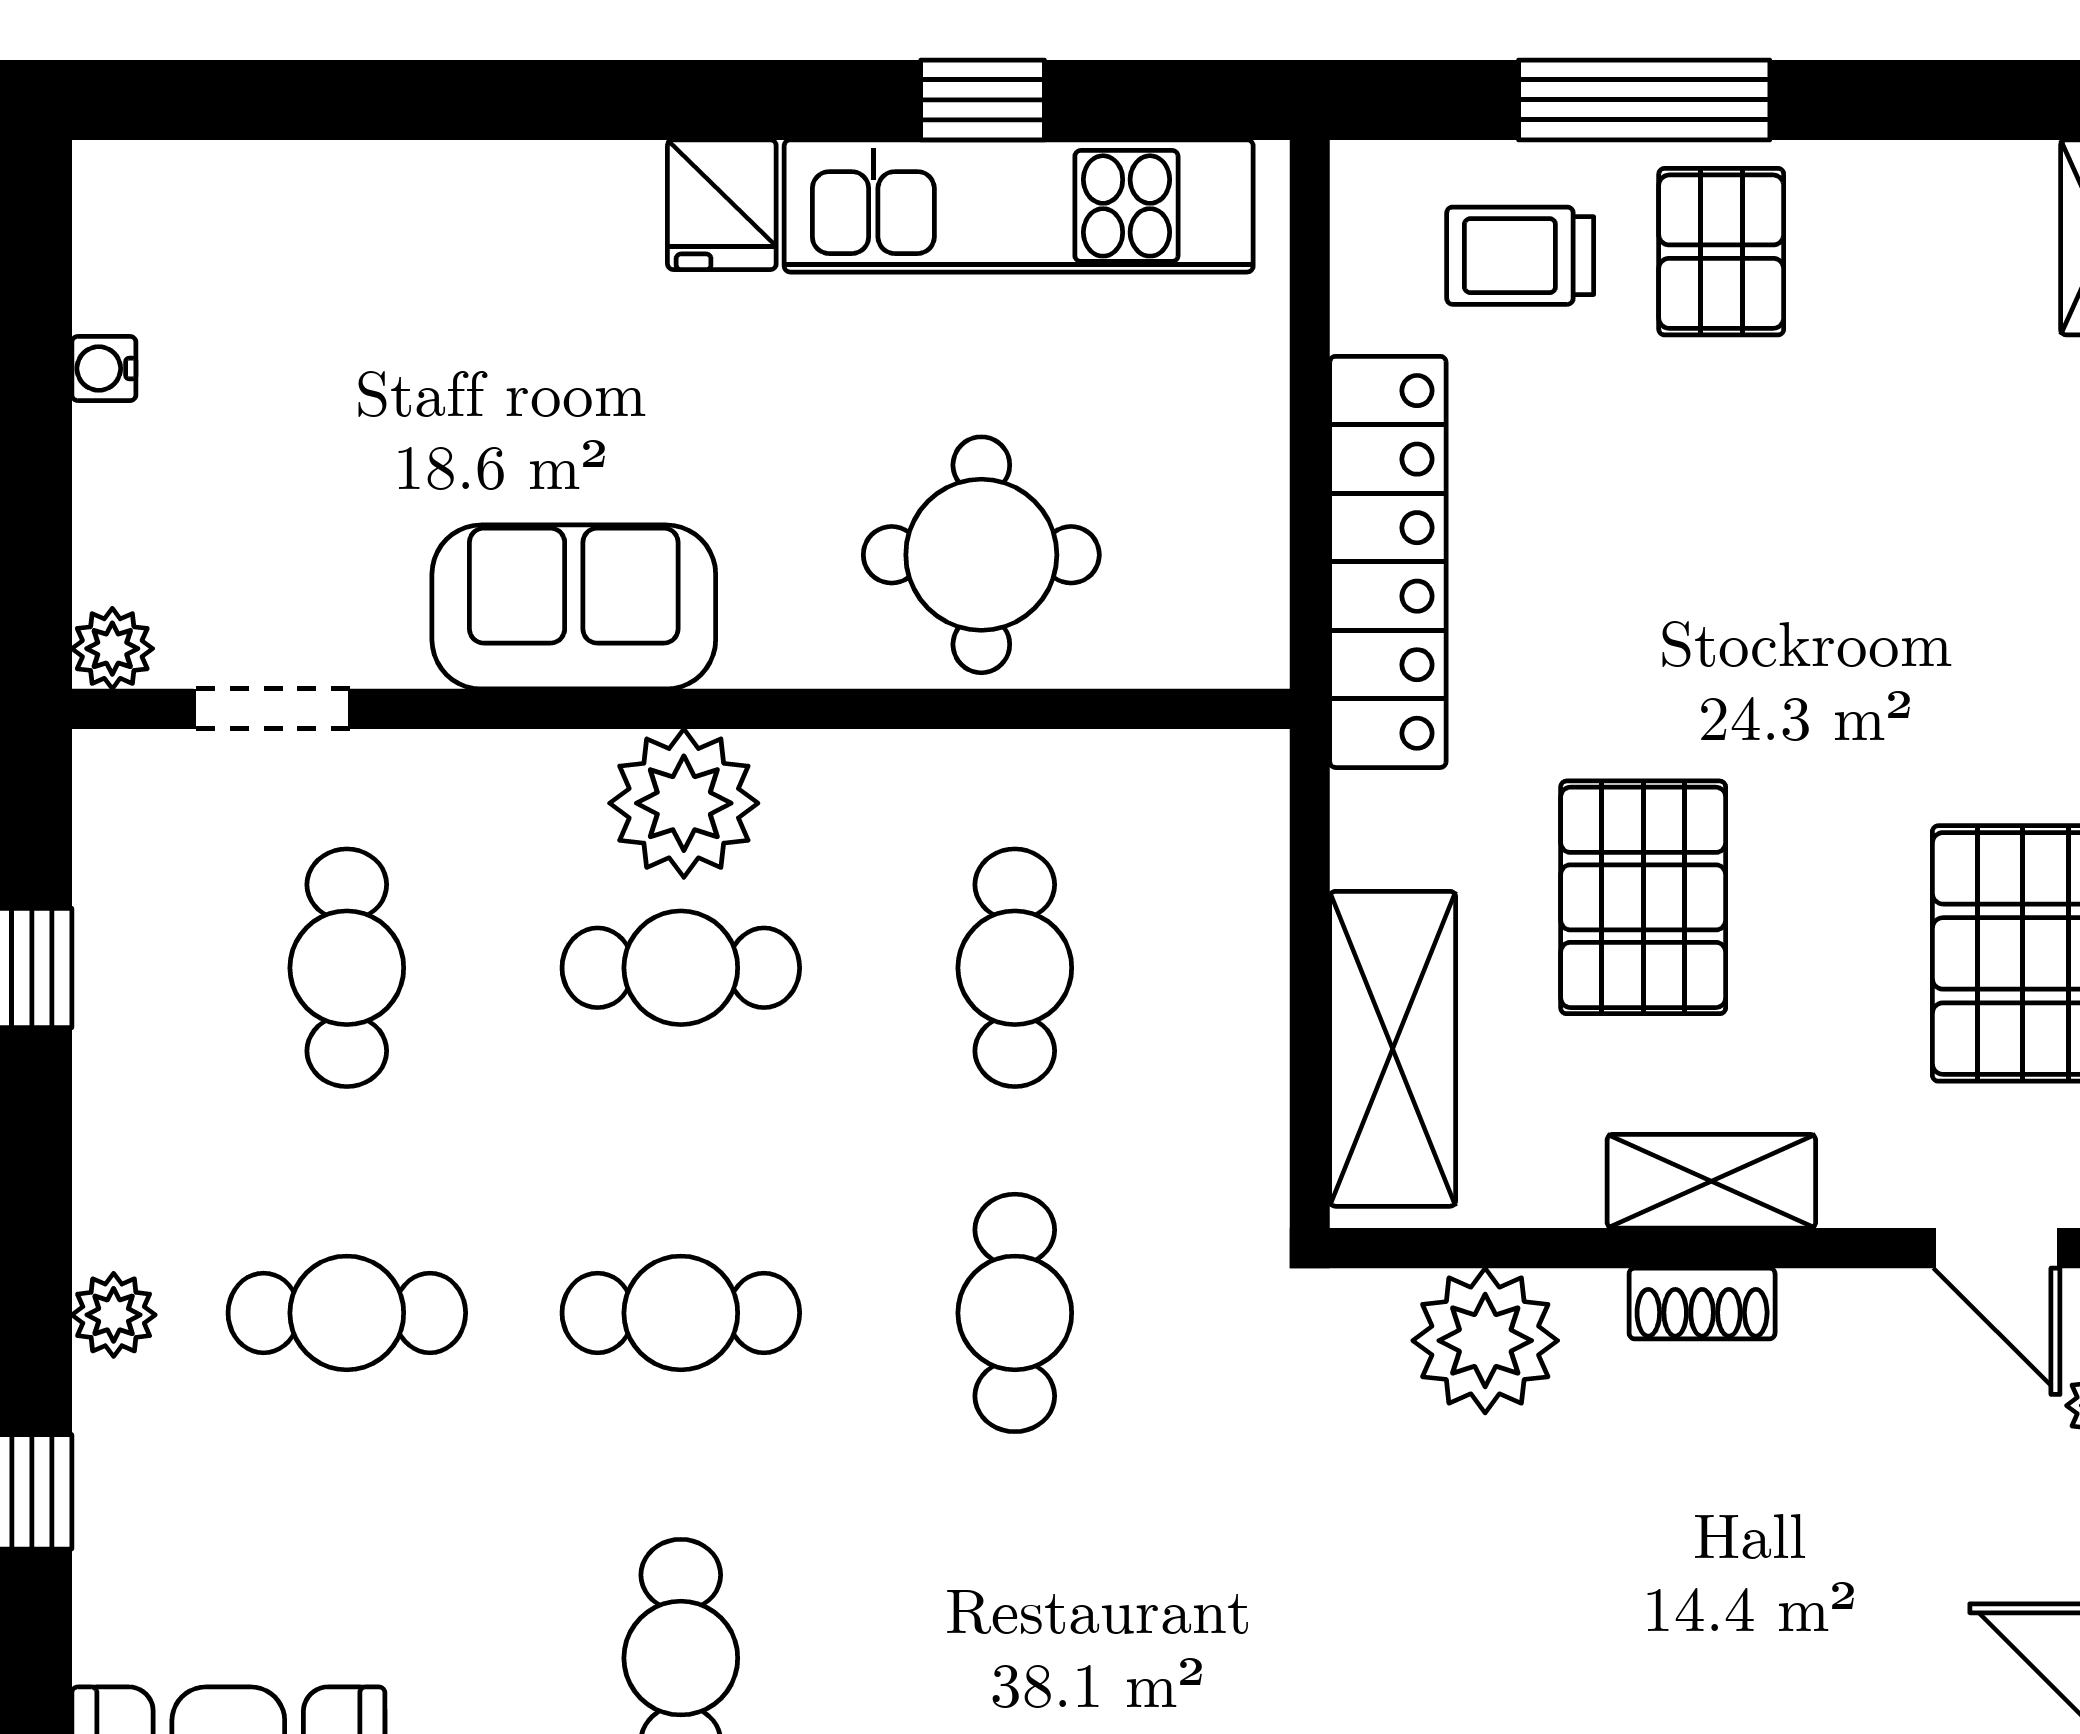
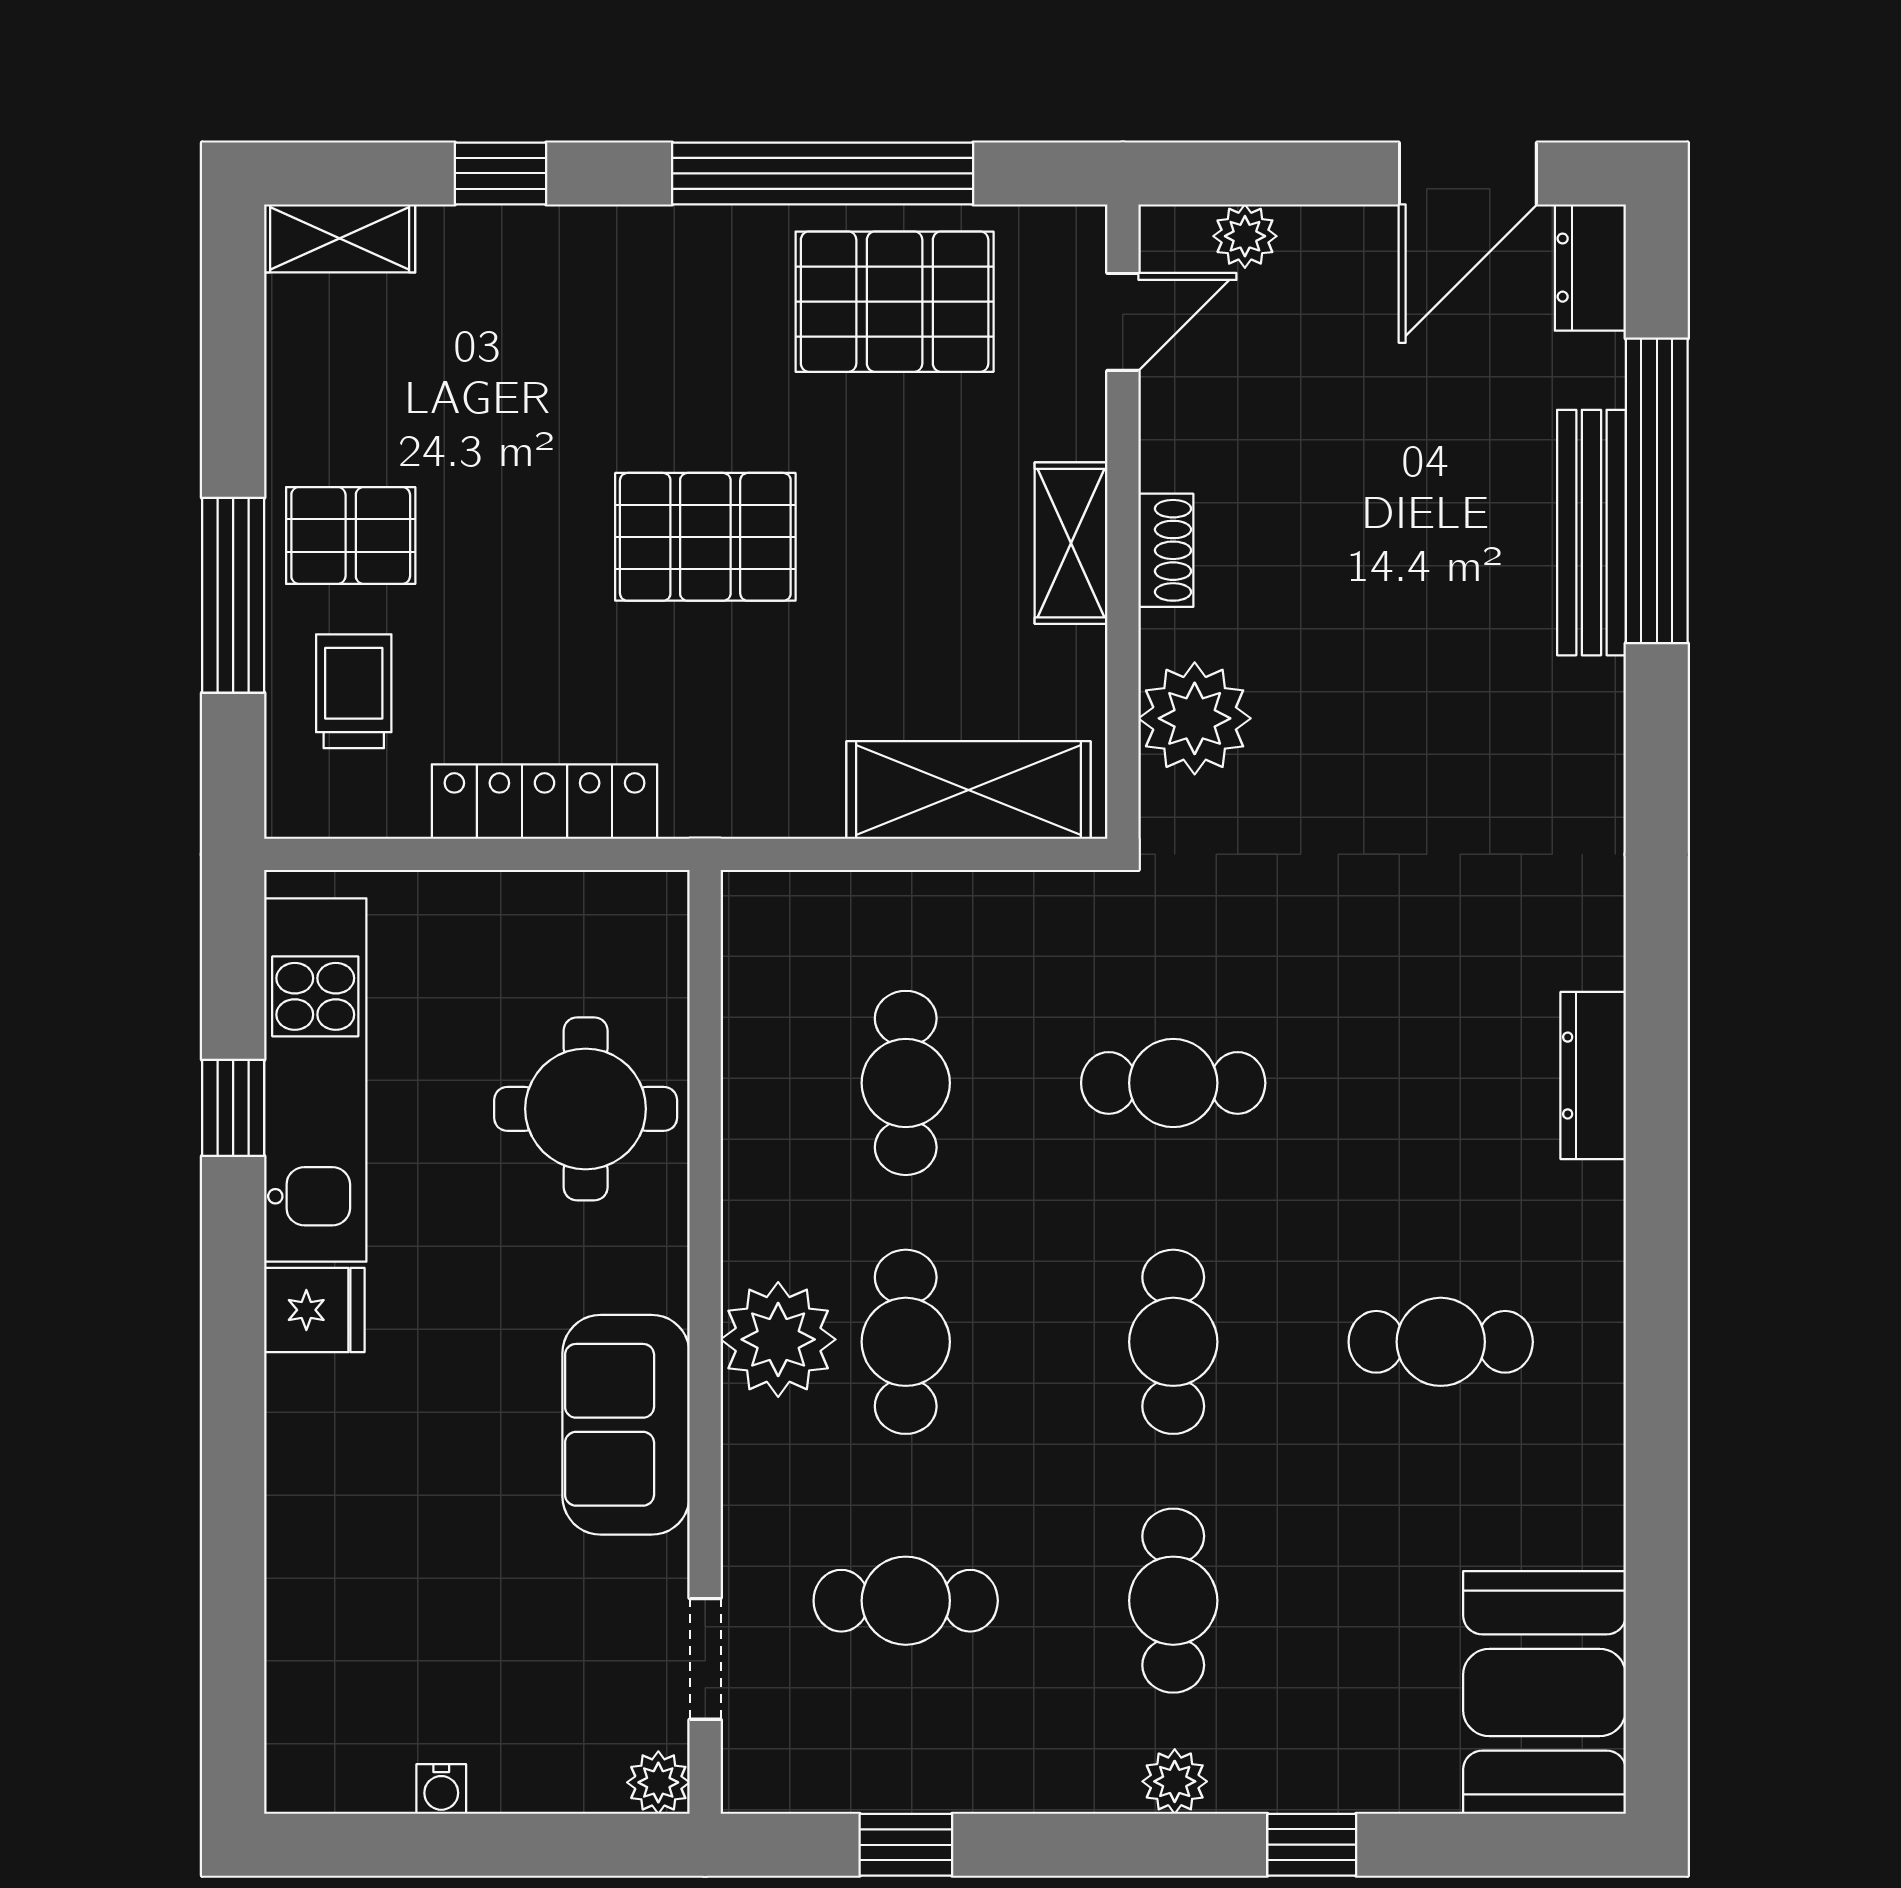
trolley: (1520, 256) -> (354, 691), turned 180
locker: (1388, 562) -> (545, 802), width x0.71, depth x0.83
pallet: (1643, 897) -> (705, 537), moved
cafe table: (1015, 968) -> (906, 1083), turned 90

